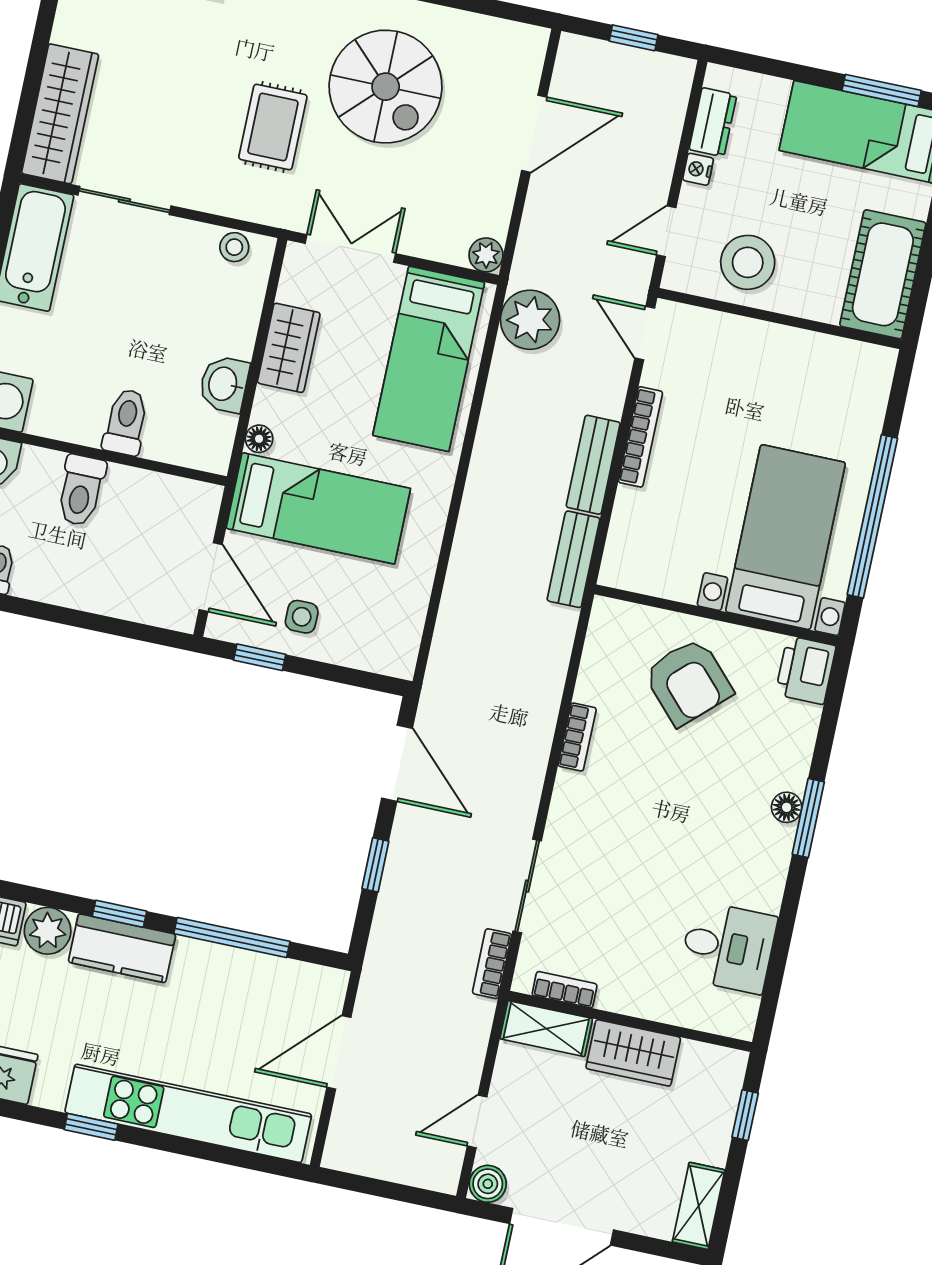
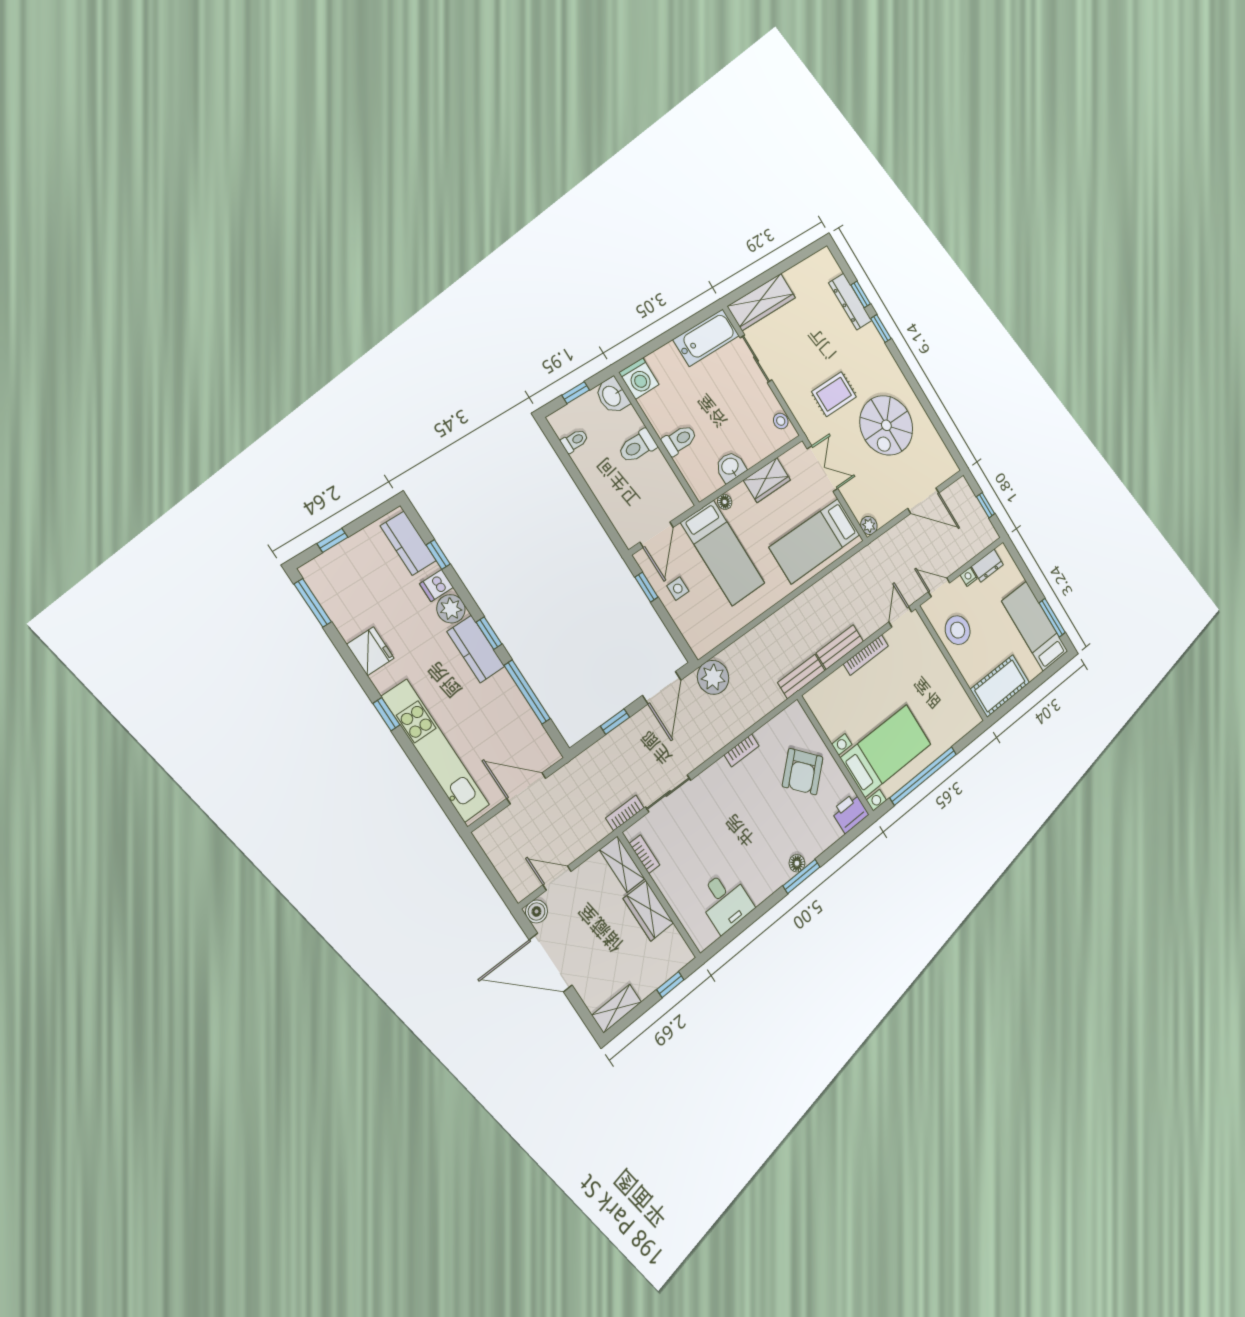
plant: (530, 320) -> (713, 677), moved

